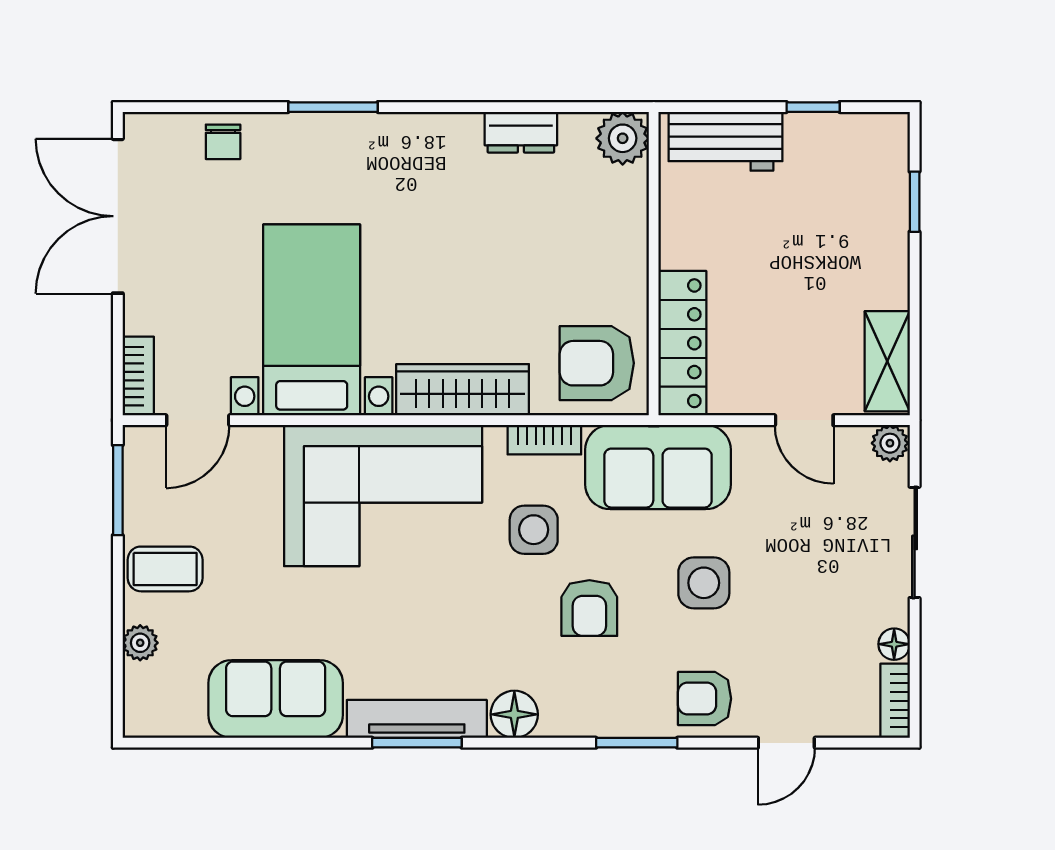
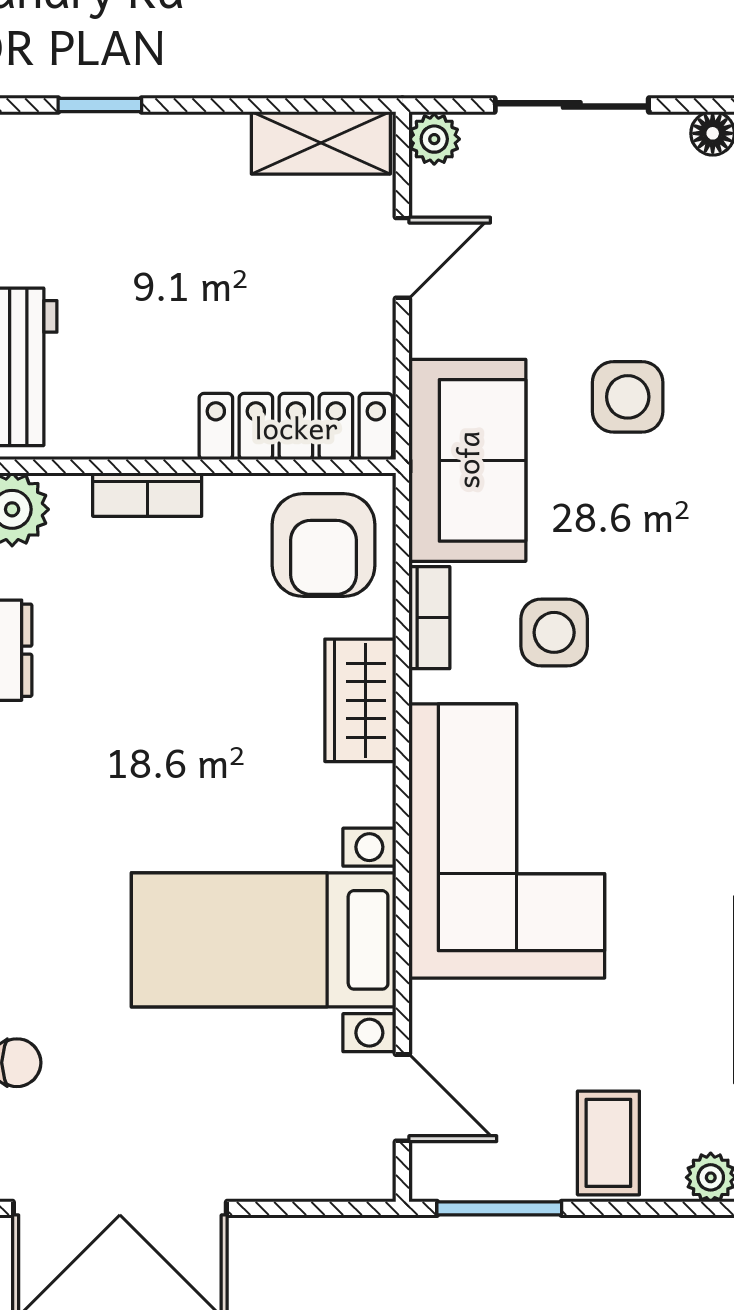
bookcase: (138, 376) -> (147, 495), moved, turned 180
wardrobe: (463, 390) -> (360, 700), width x0.67
armchair: (589, 608) -> (663, 555), removed

